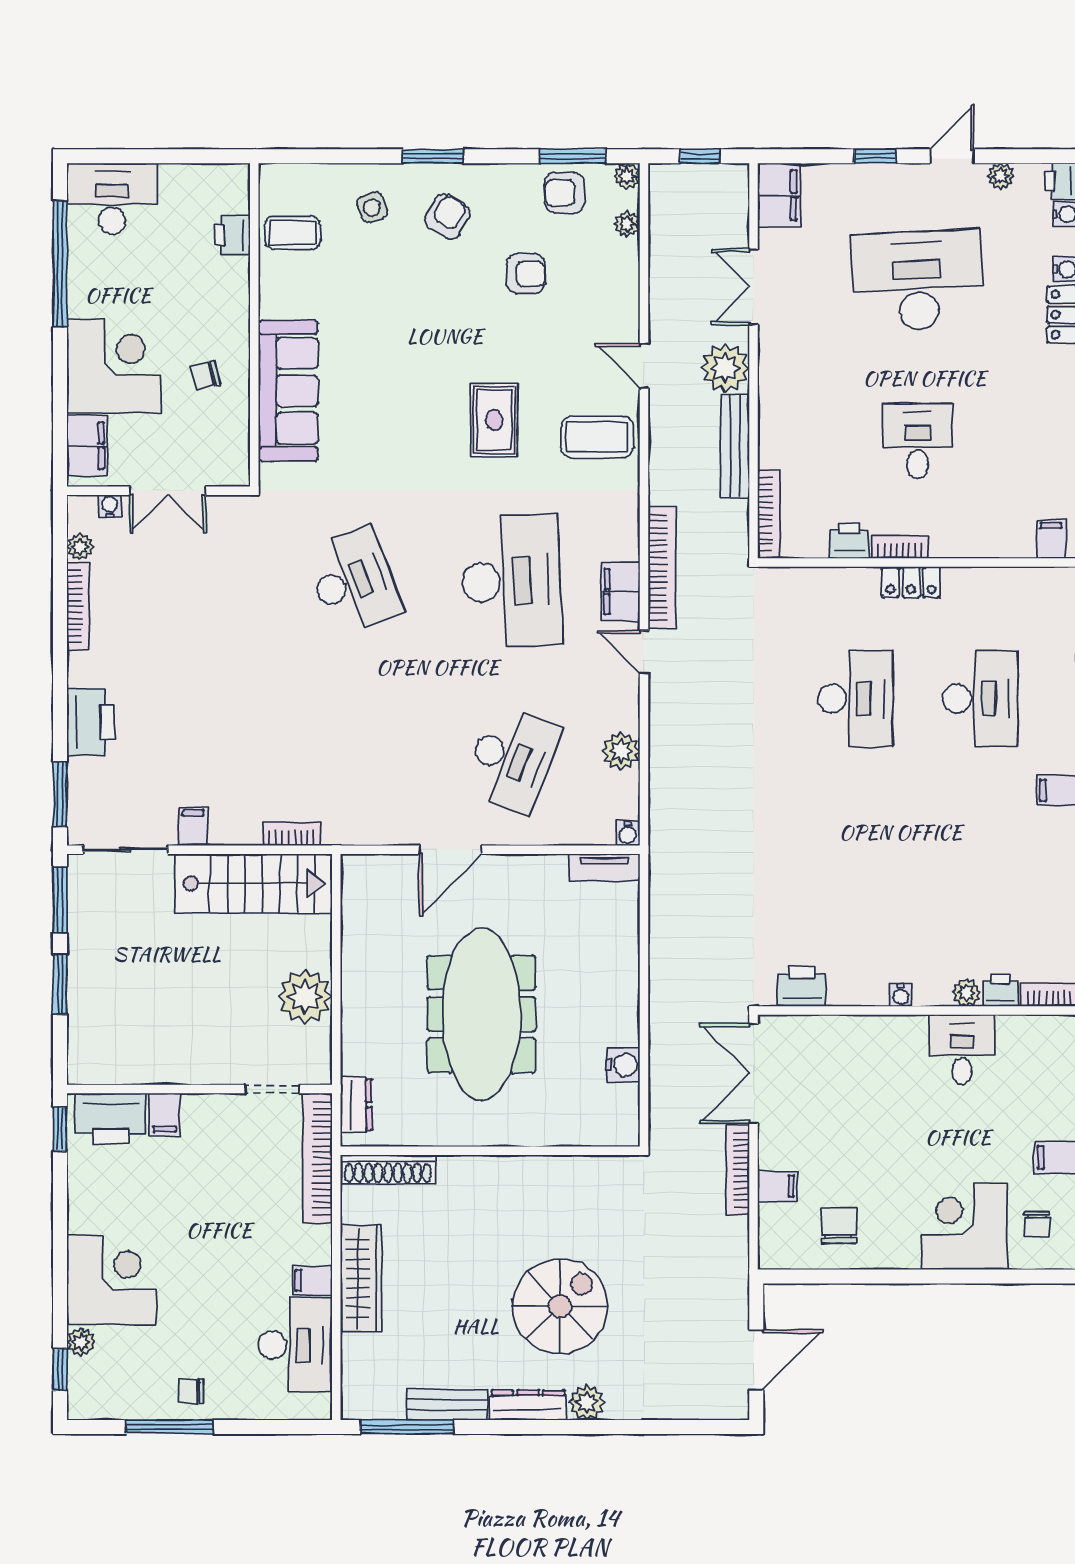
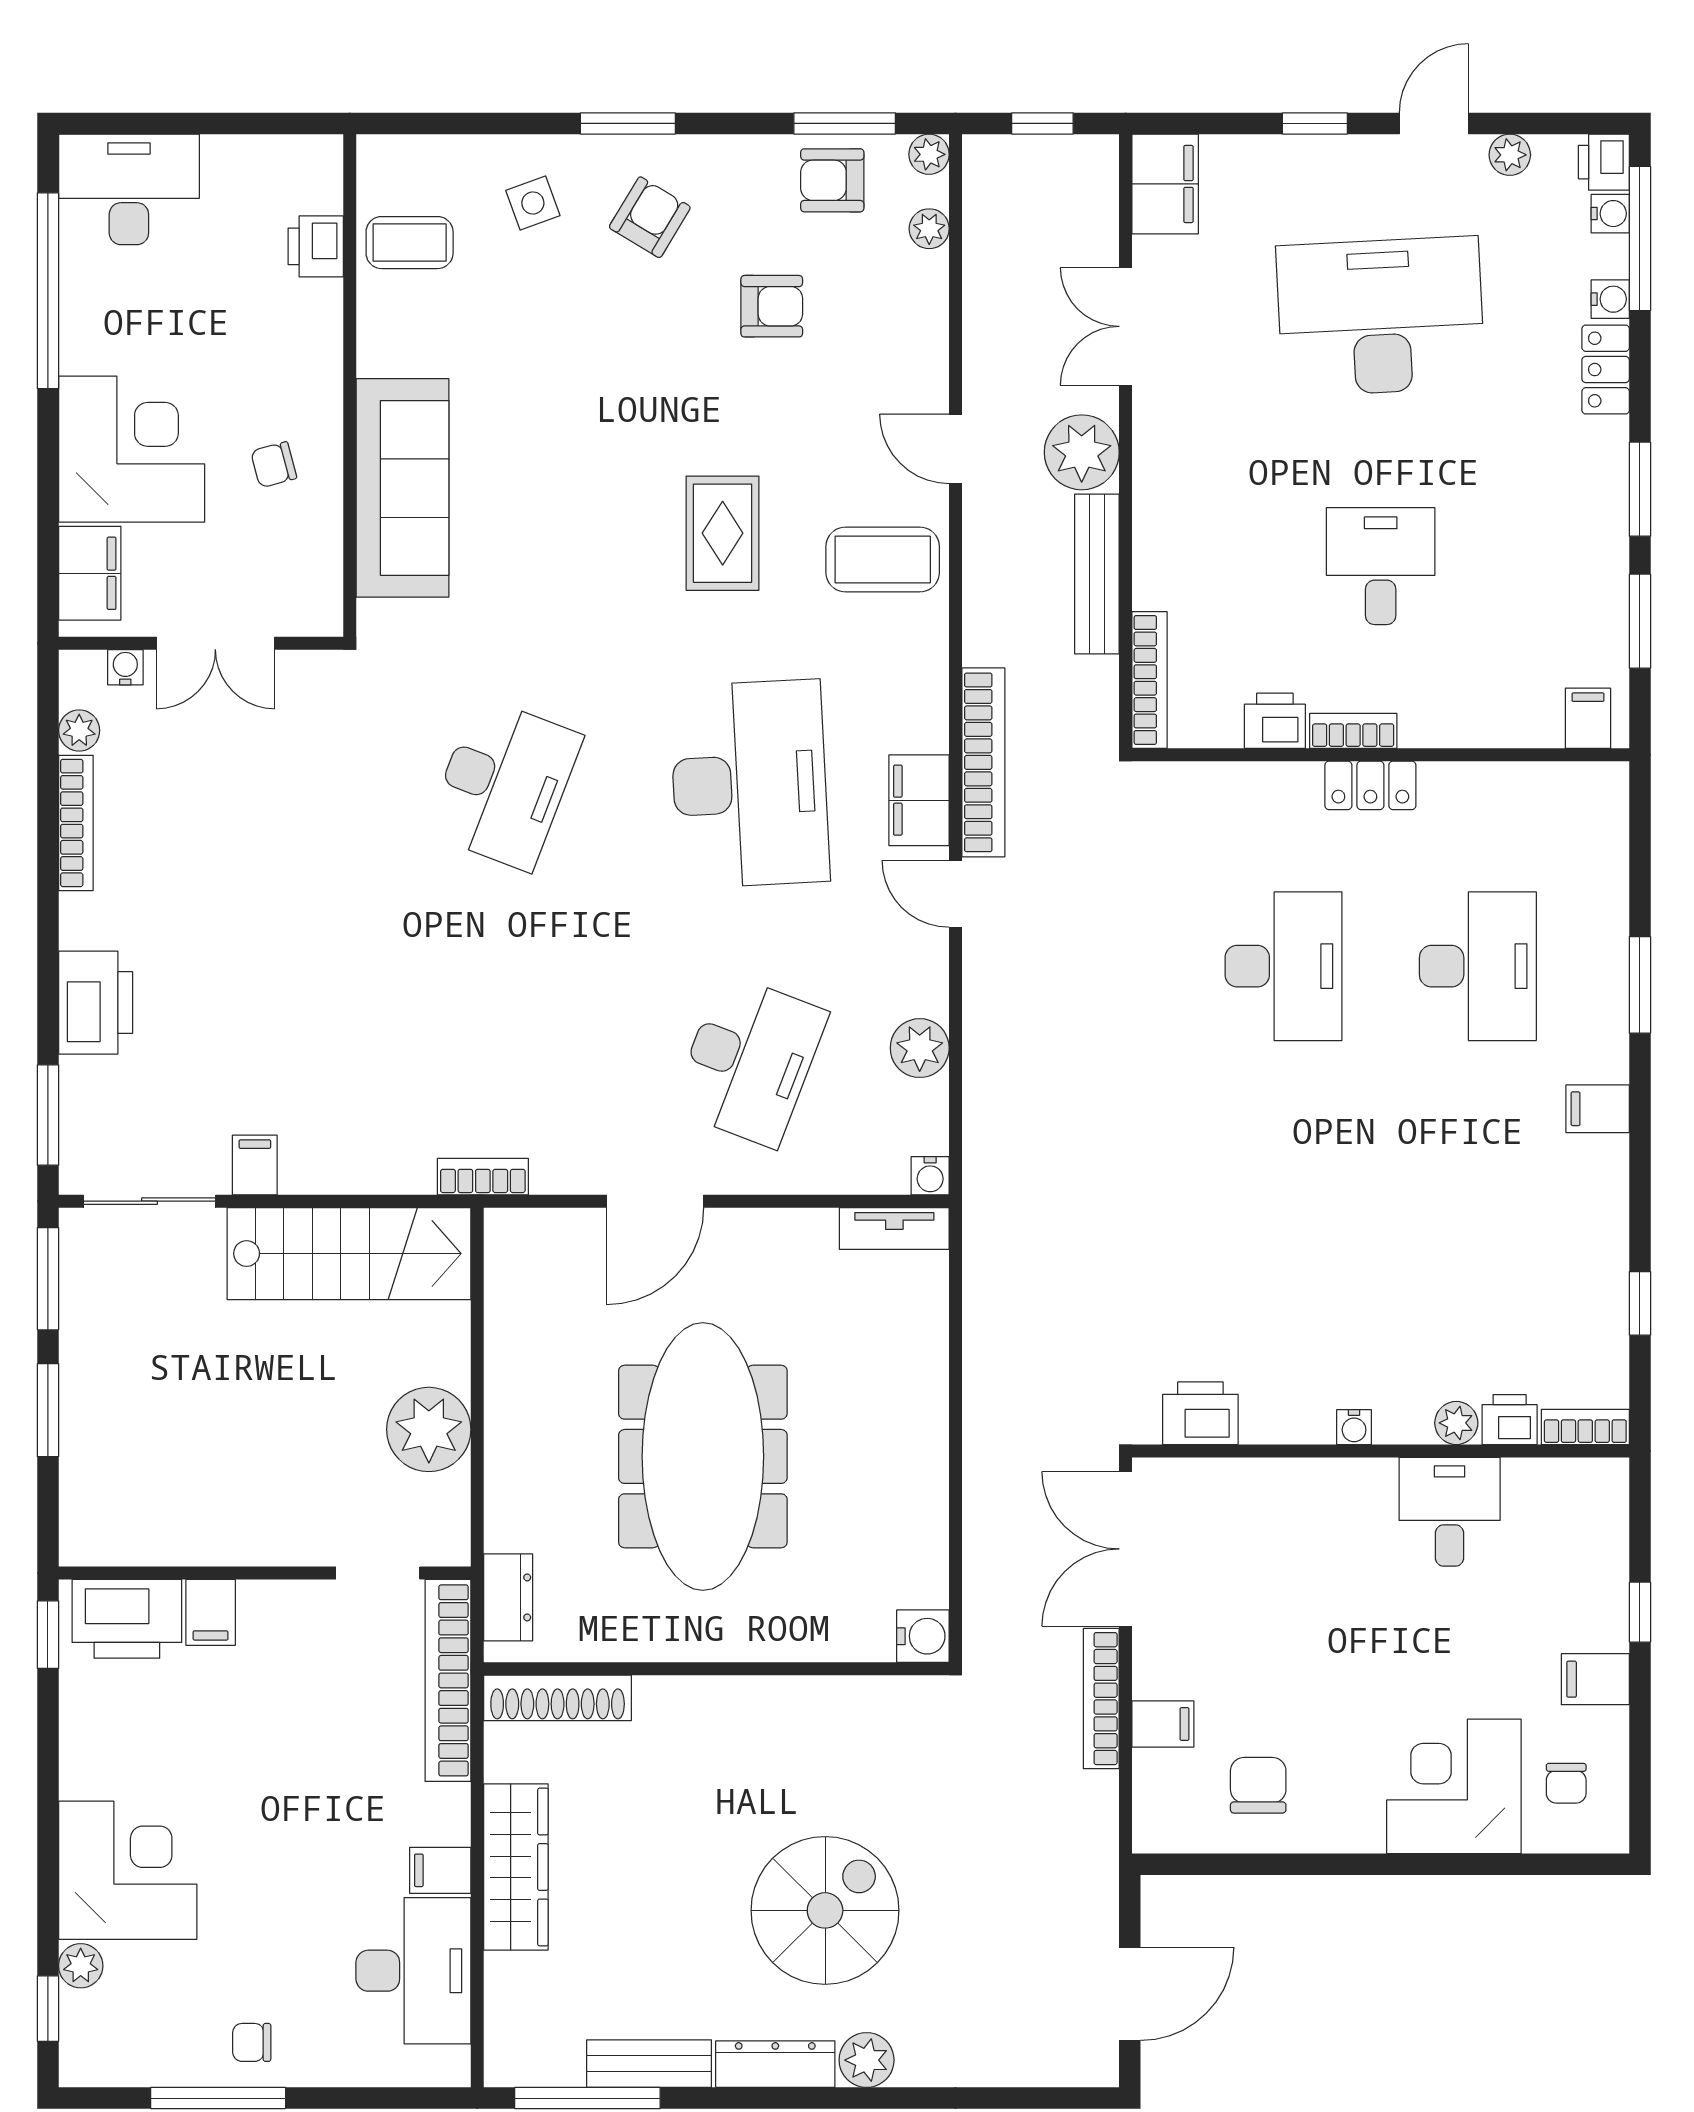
desk: (353, 581) -> (504, 784), turned 42
bookcase: (292, 834) -> (483, 1177), moved
water cooler: (623, 1065) -> (923, 1636), moved

